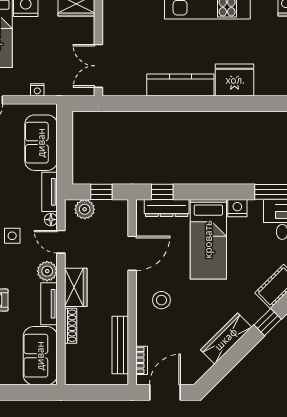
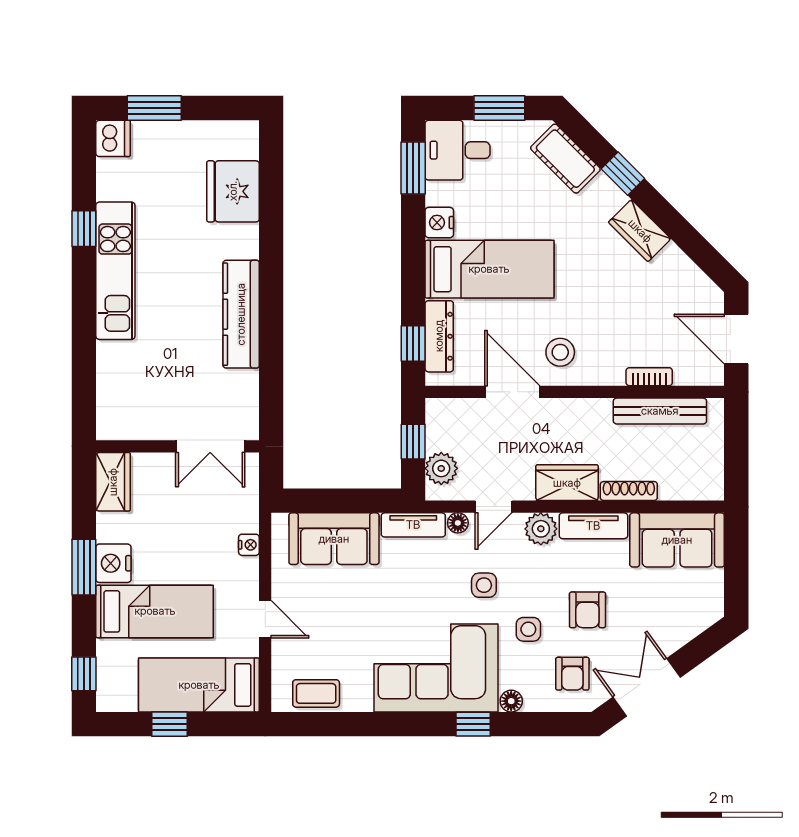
fridge: (235, 80) -> (233, 191), moved
stool: (161, 300) -> (560, 352), moved
wardrobe: (226, 339) -> (640, 231), width x0.67
bookcase: (142, 360) -> (649, 377), moved

